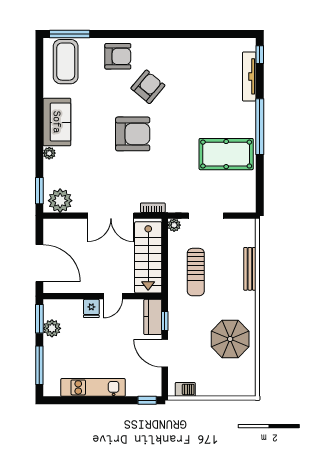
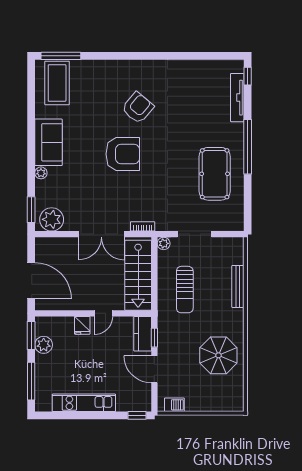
armchair: (118, 56) -> (108, 78), removed
pool table: (226, 154) -> (215, 174), turned 90

